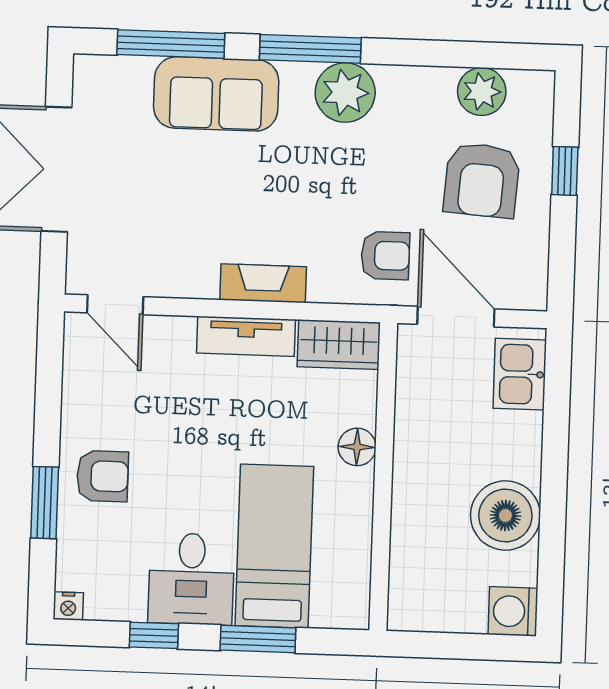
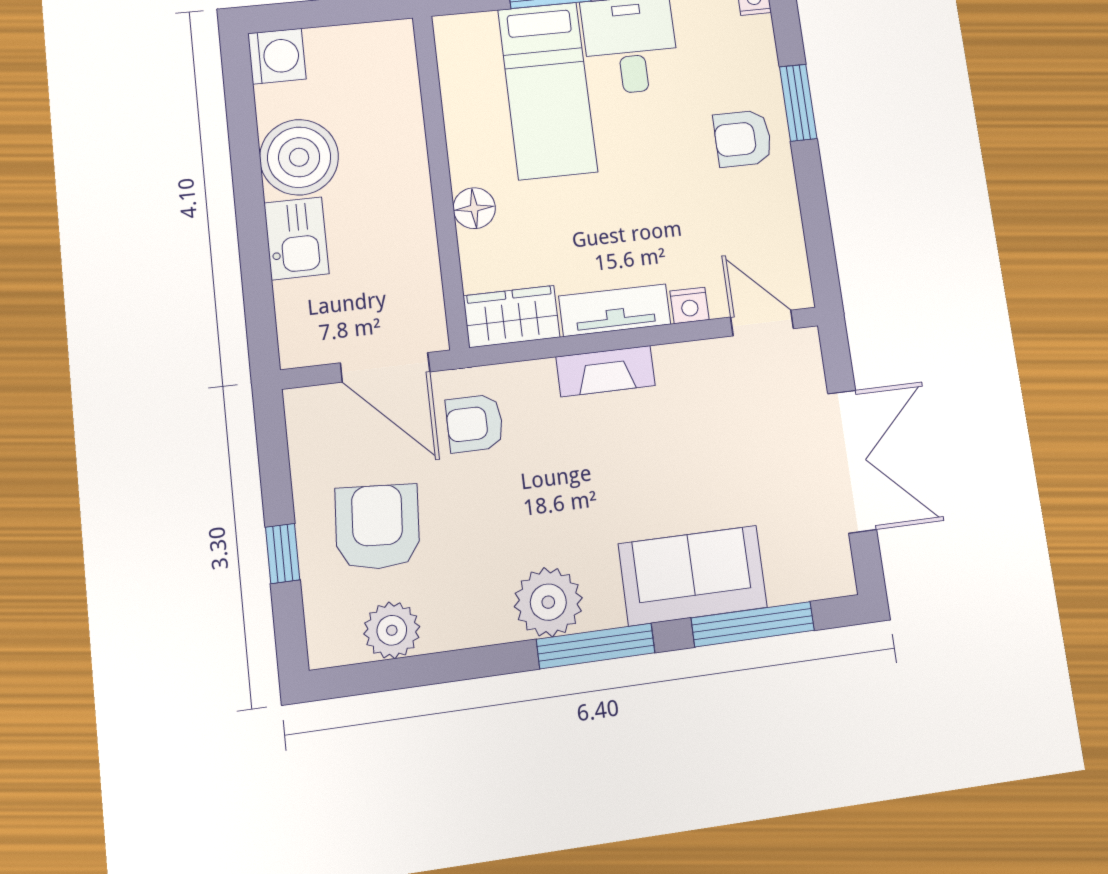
nightstand: (178, 330) -> (690, 305), added
kitchen sink: (520, 374) -> (296, 238), moved

